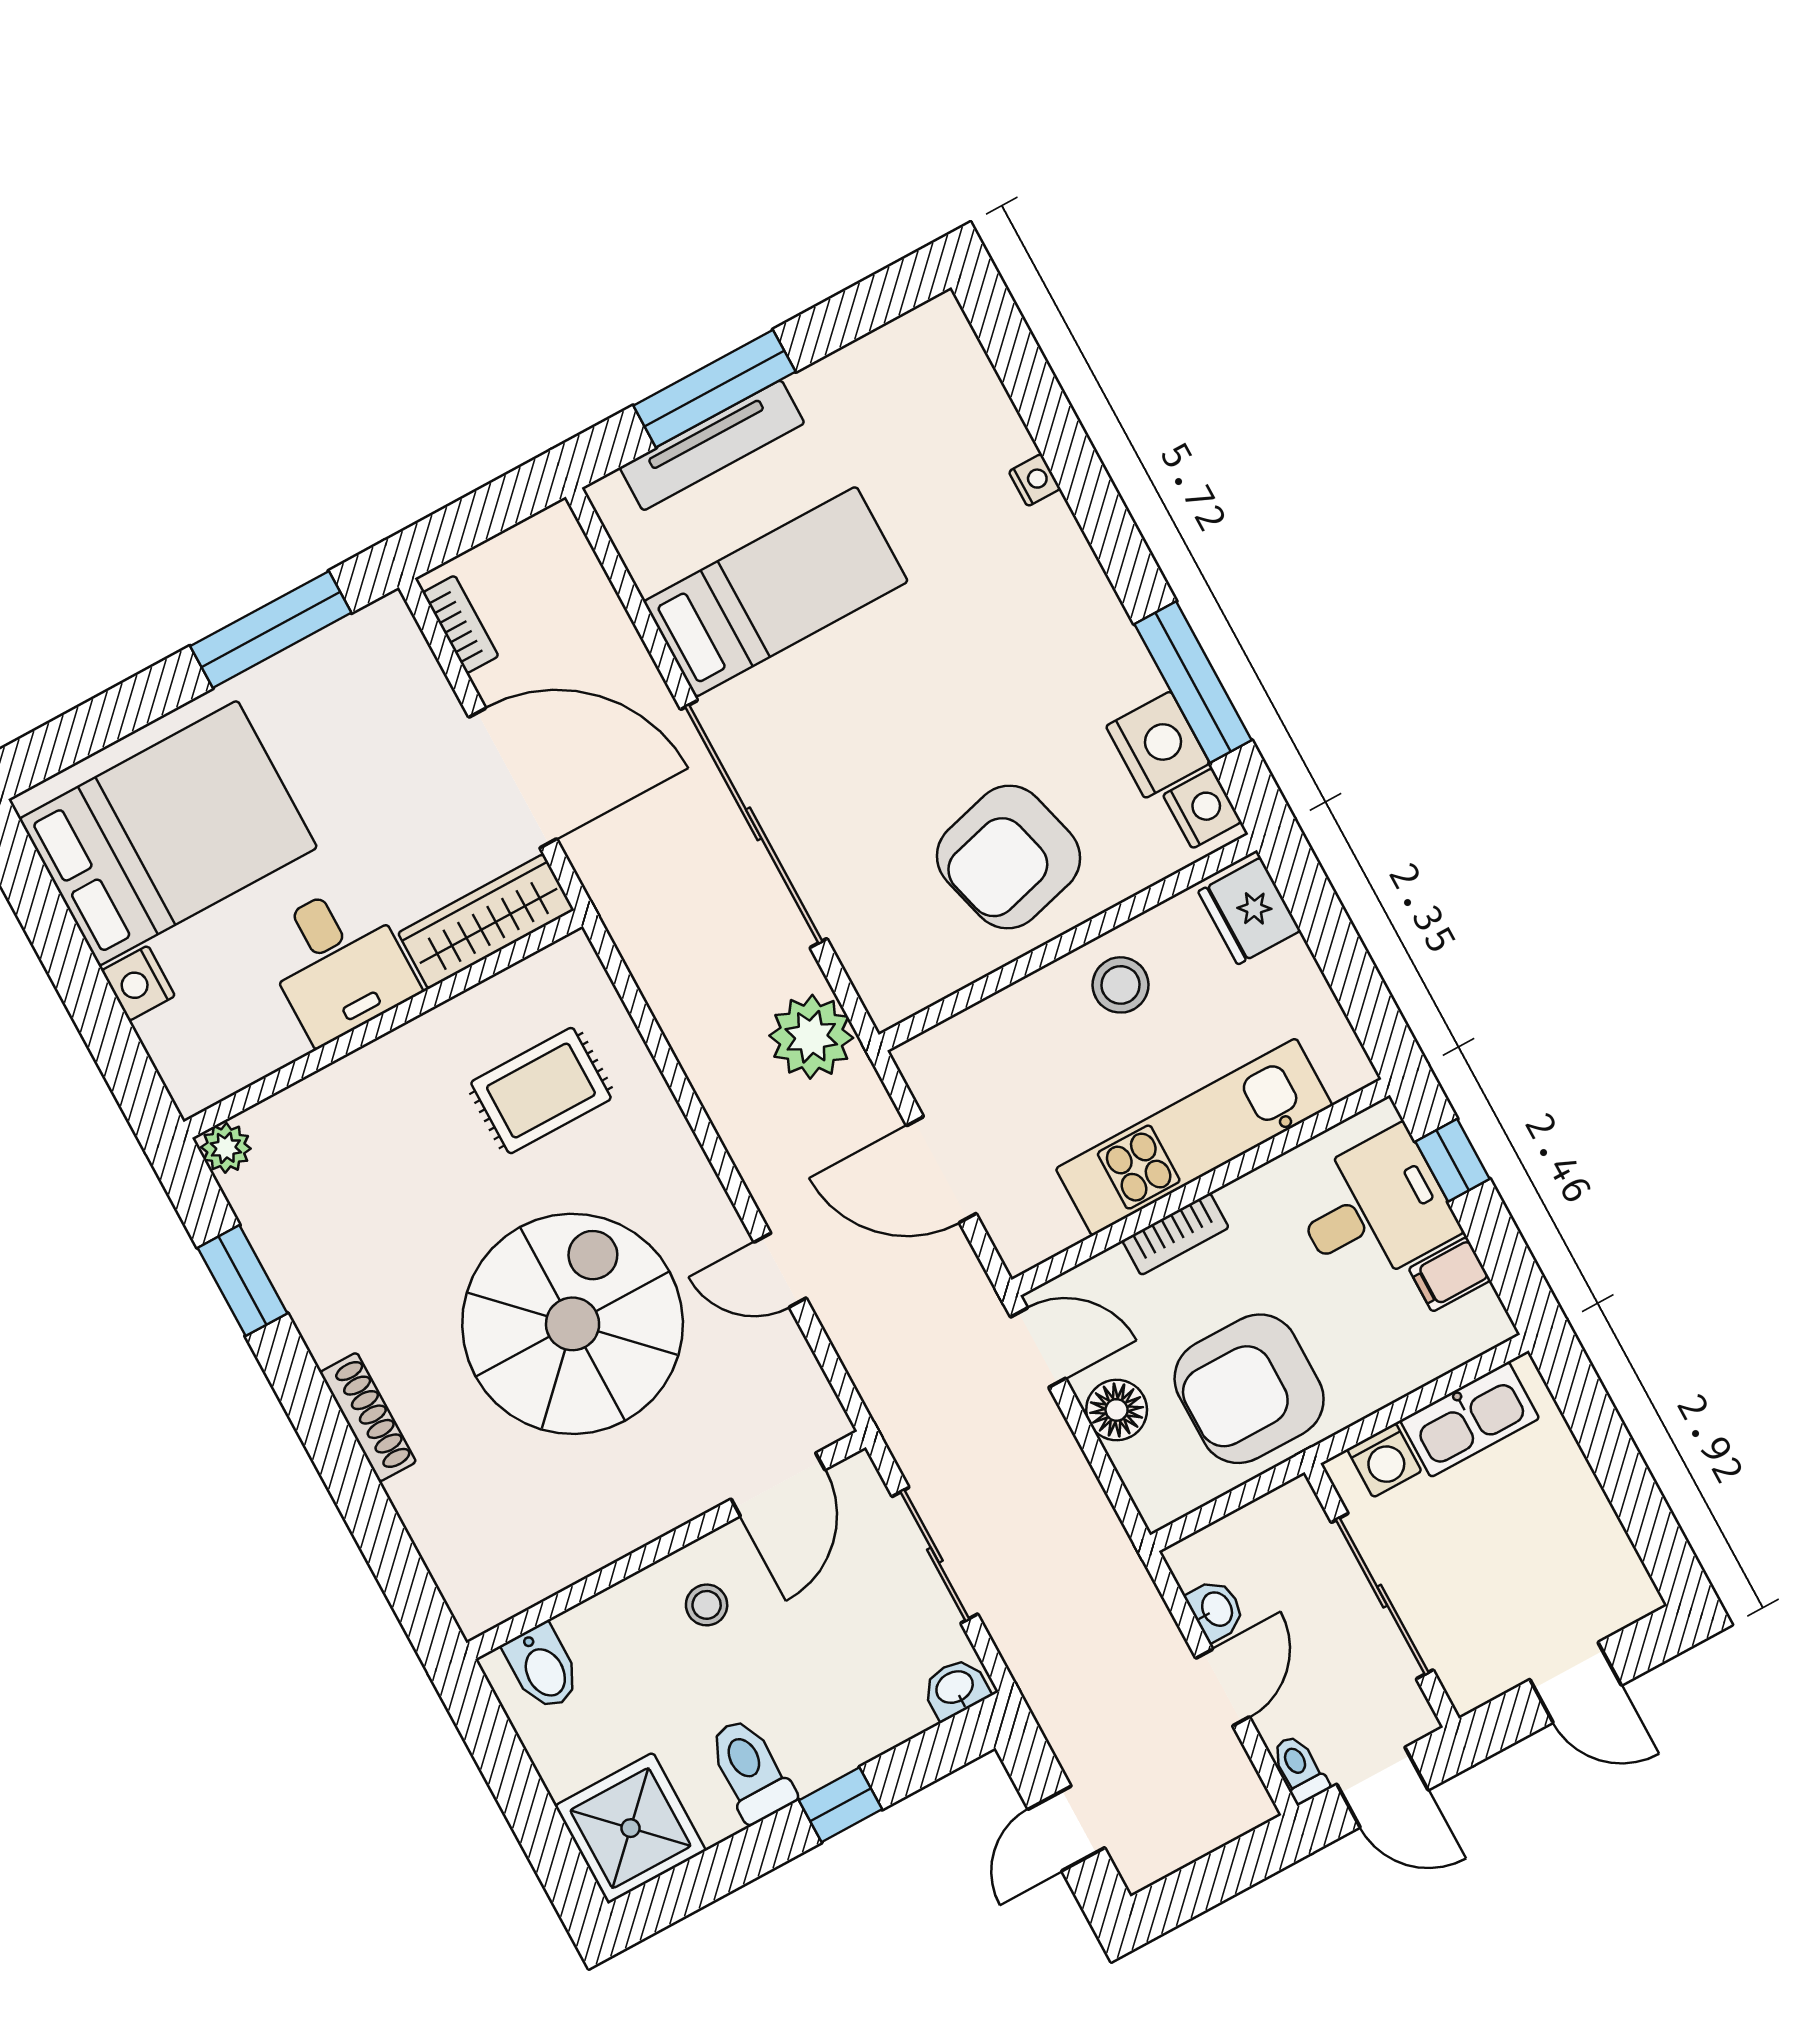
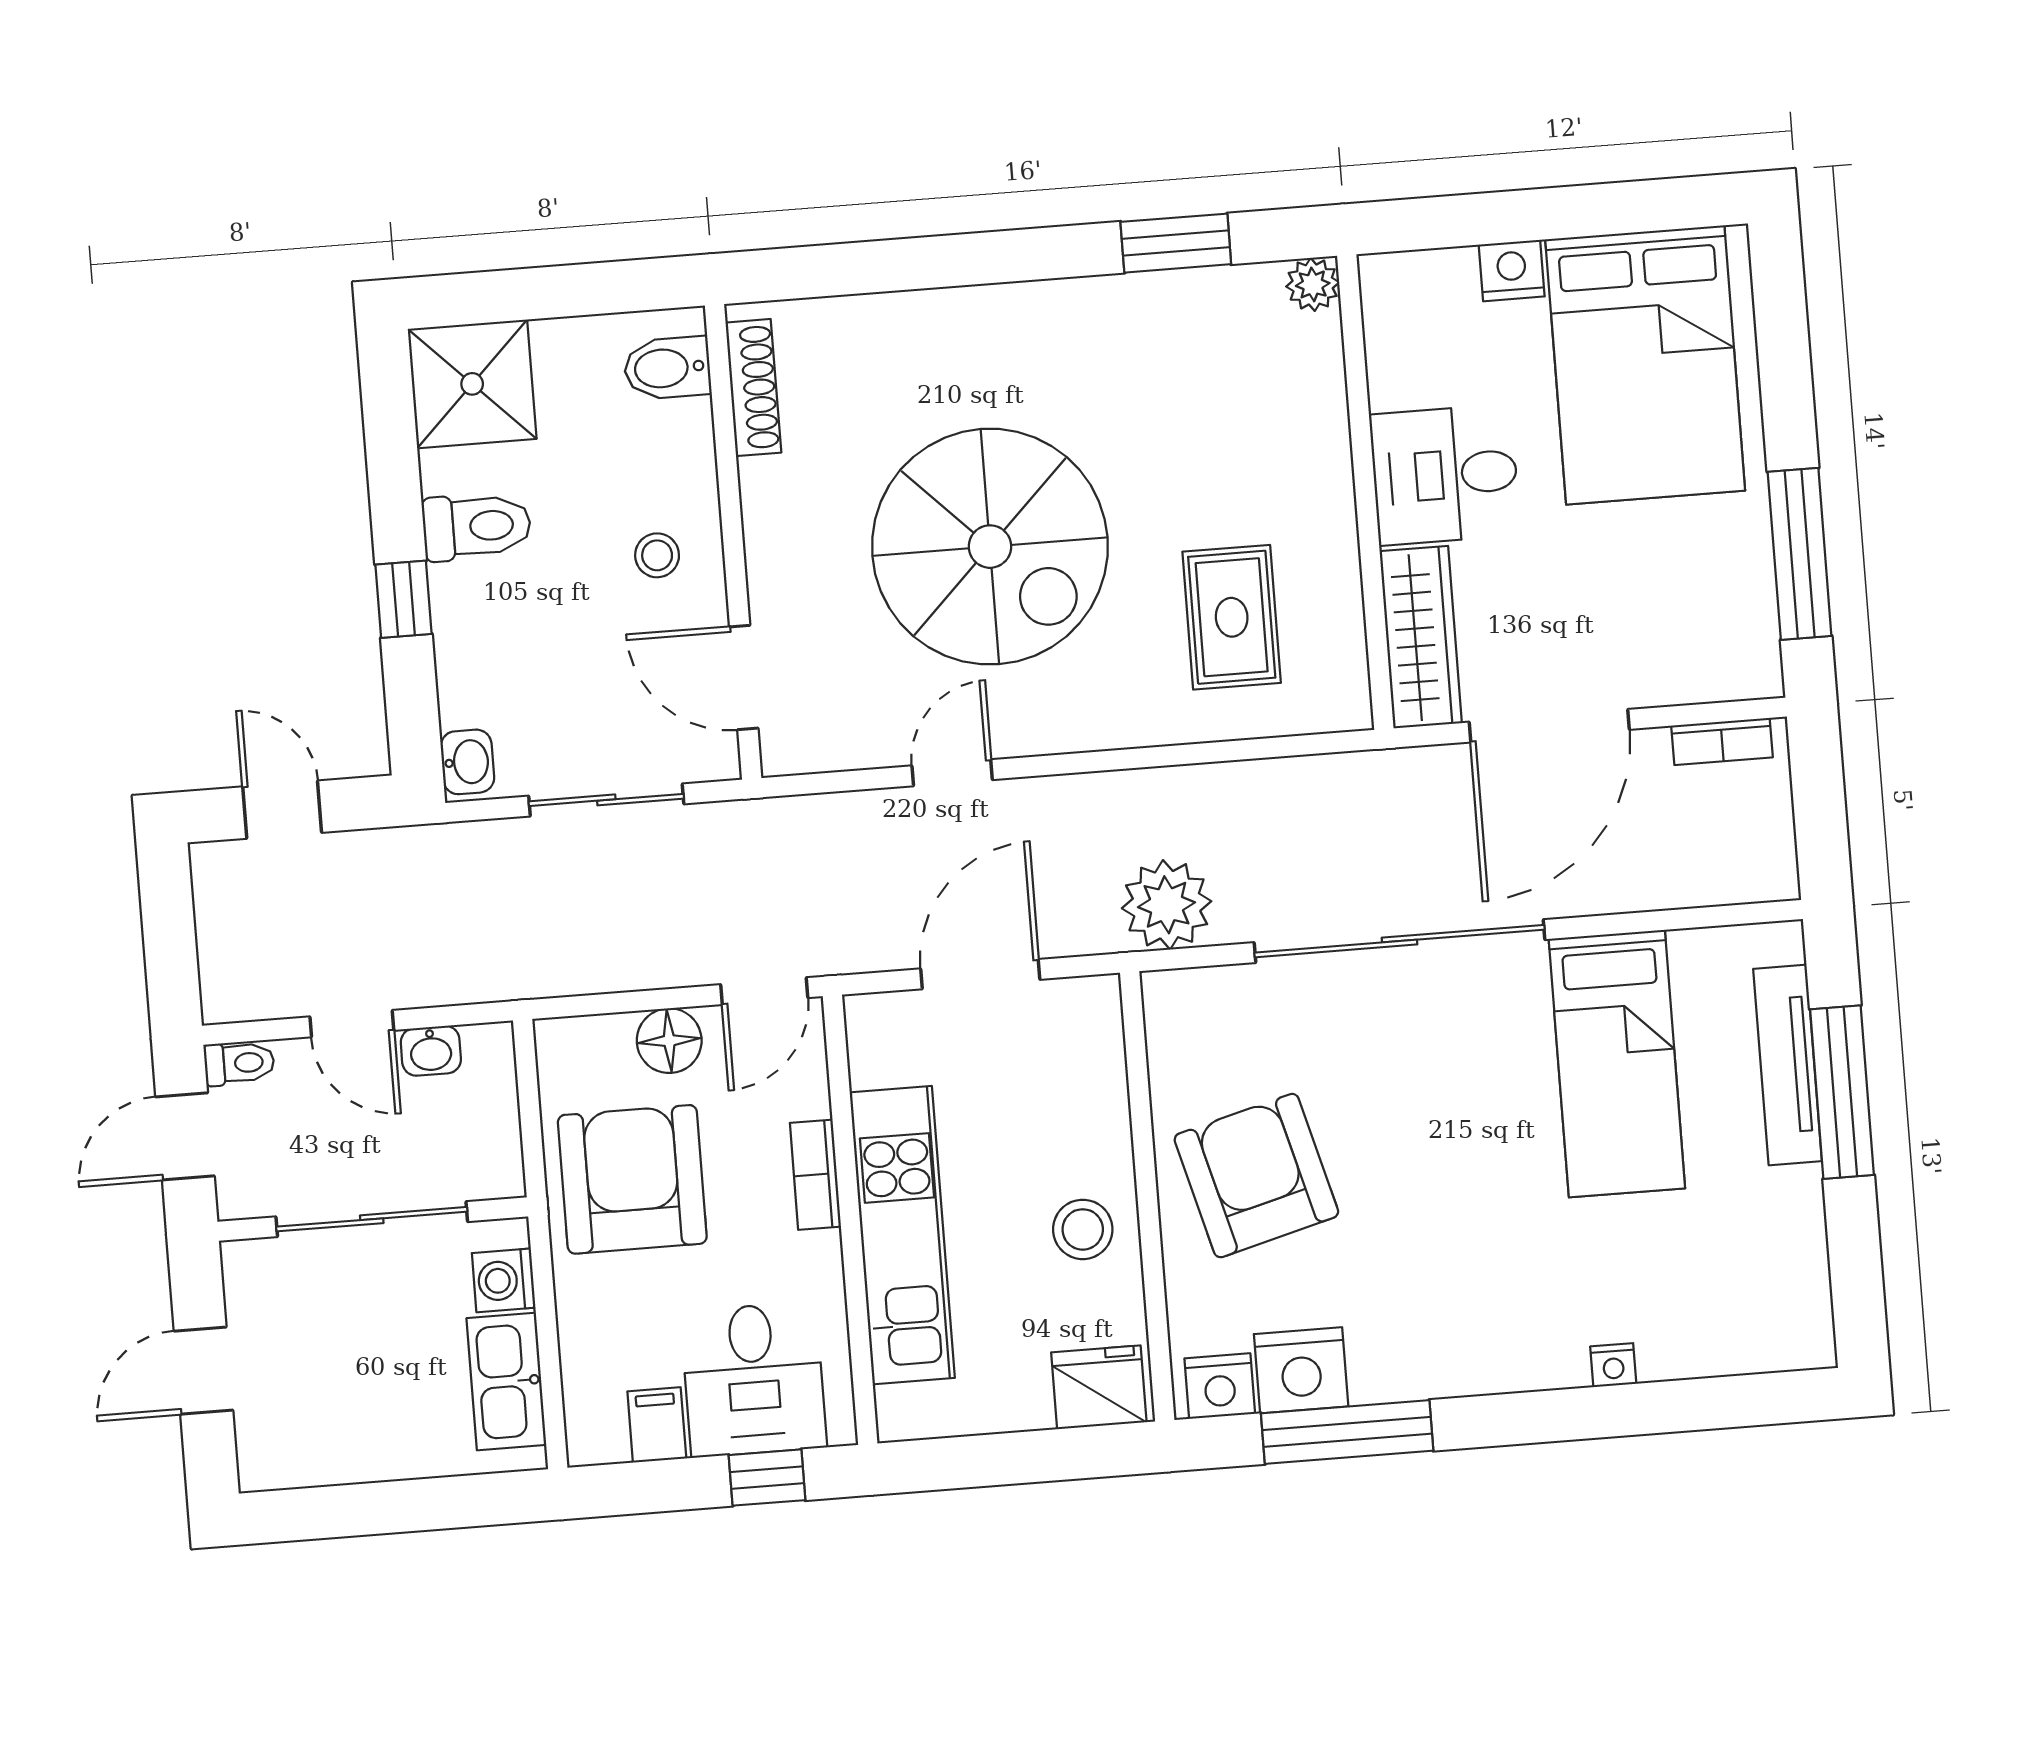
shoe rack: (368, 1417) -> (753, 388), moved, turned -90

